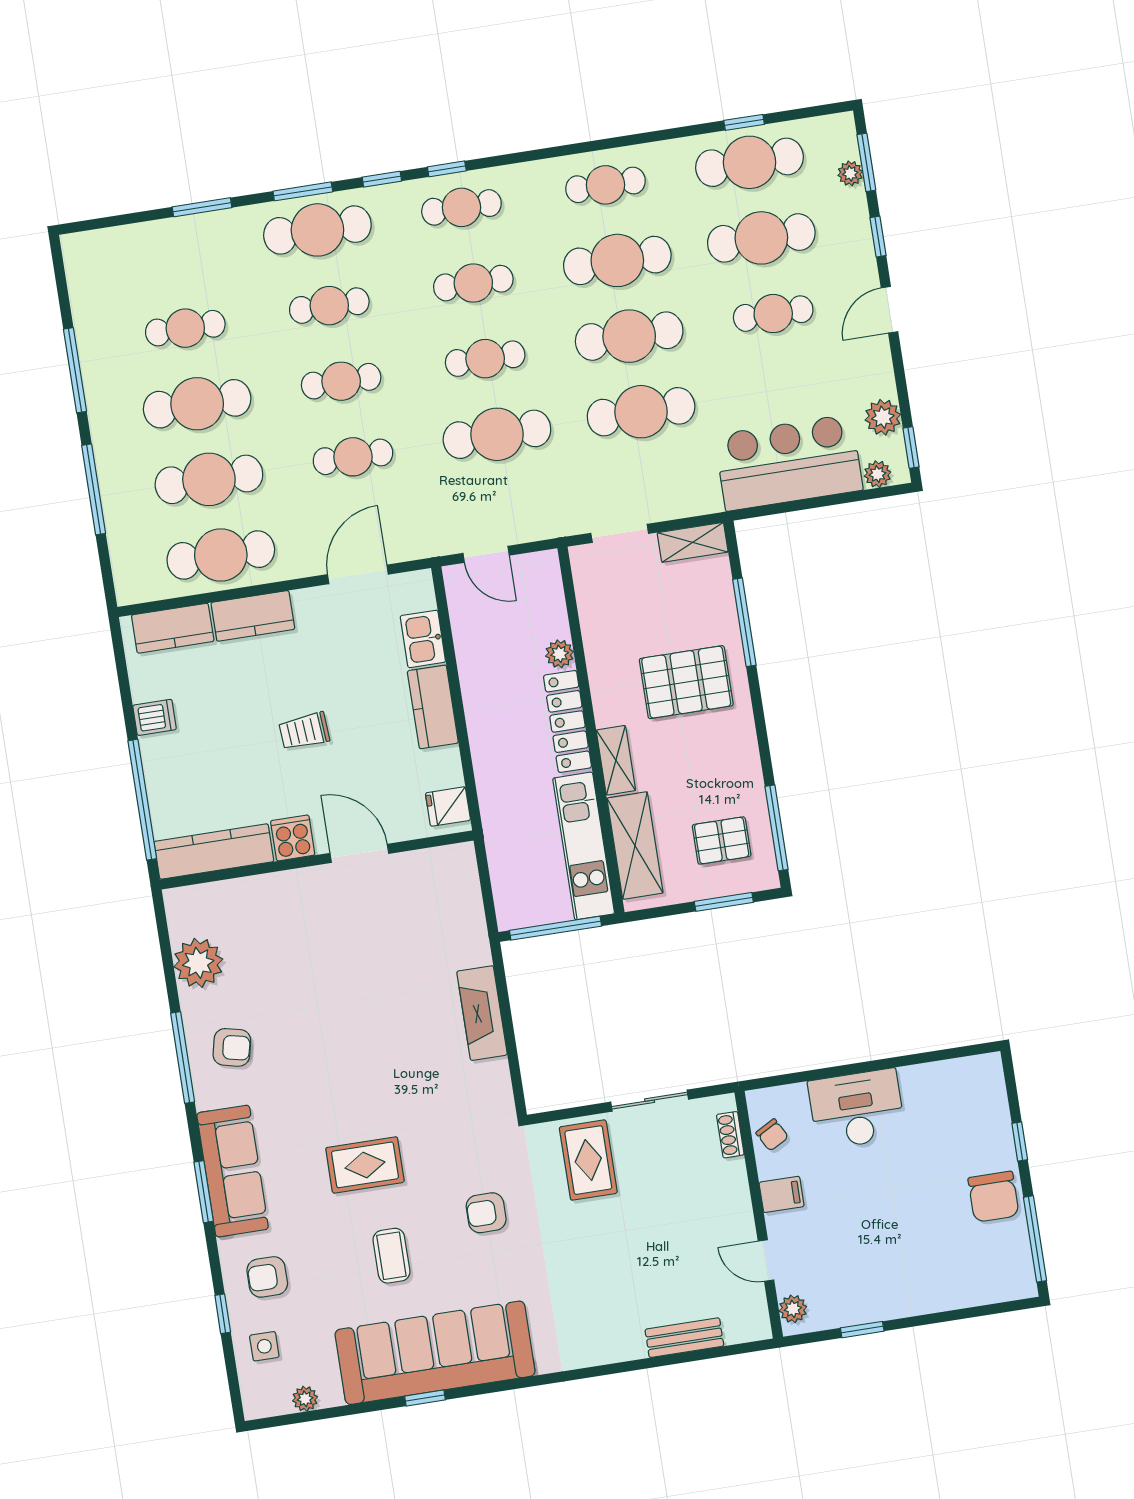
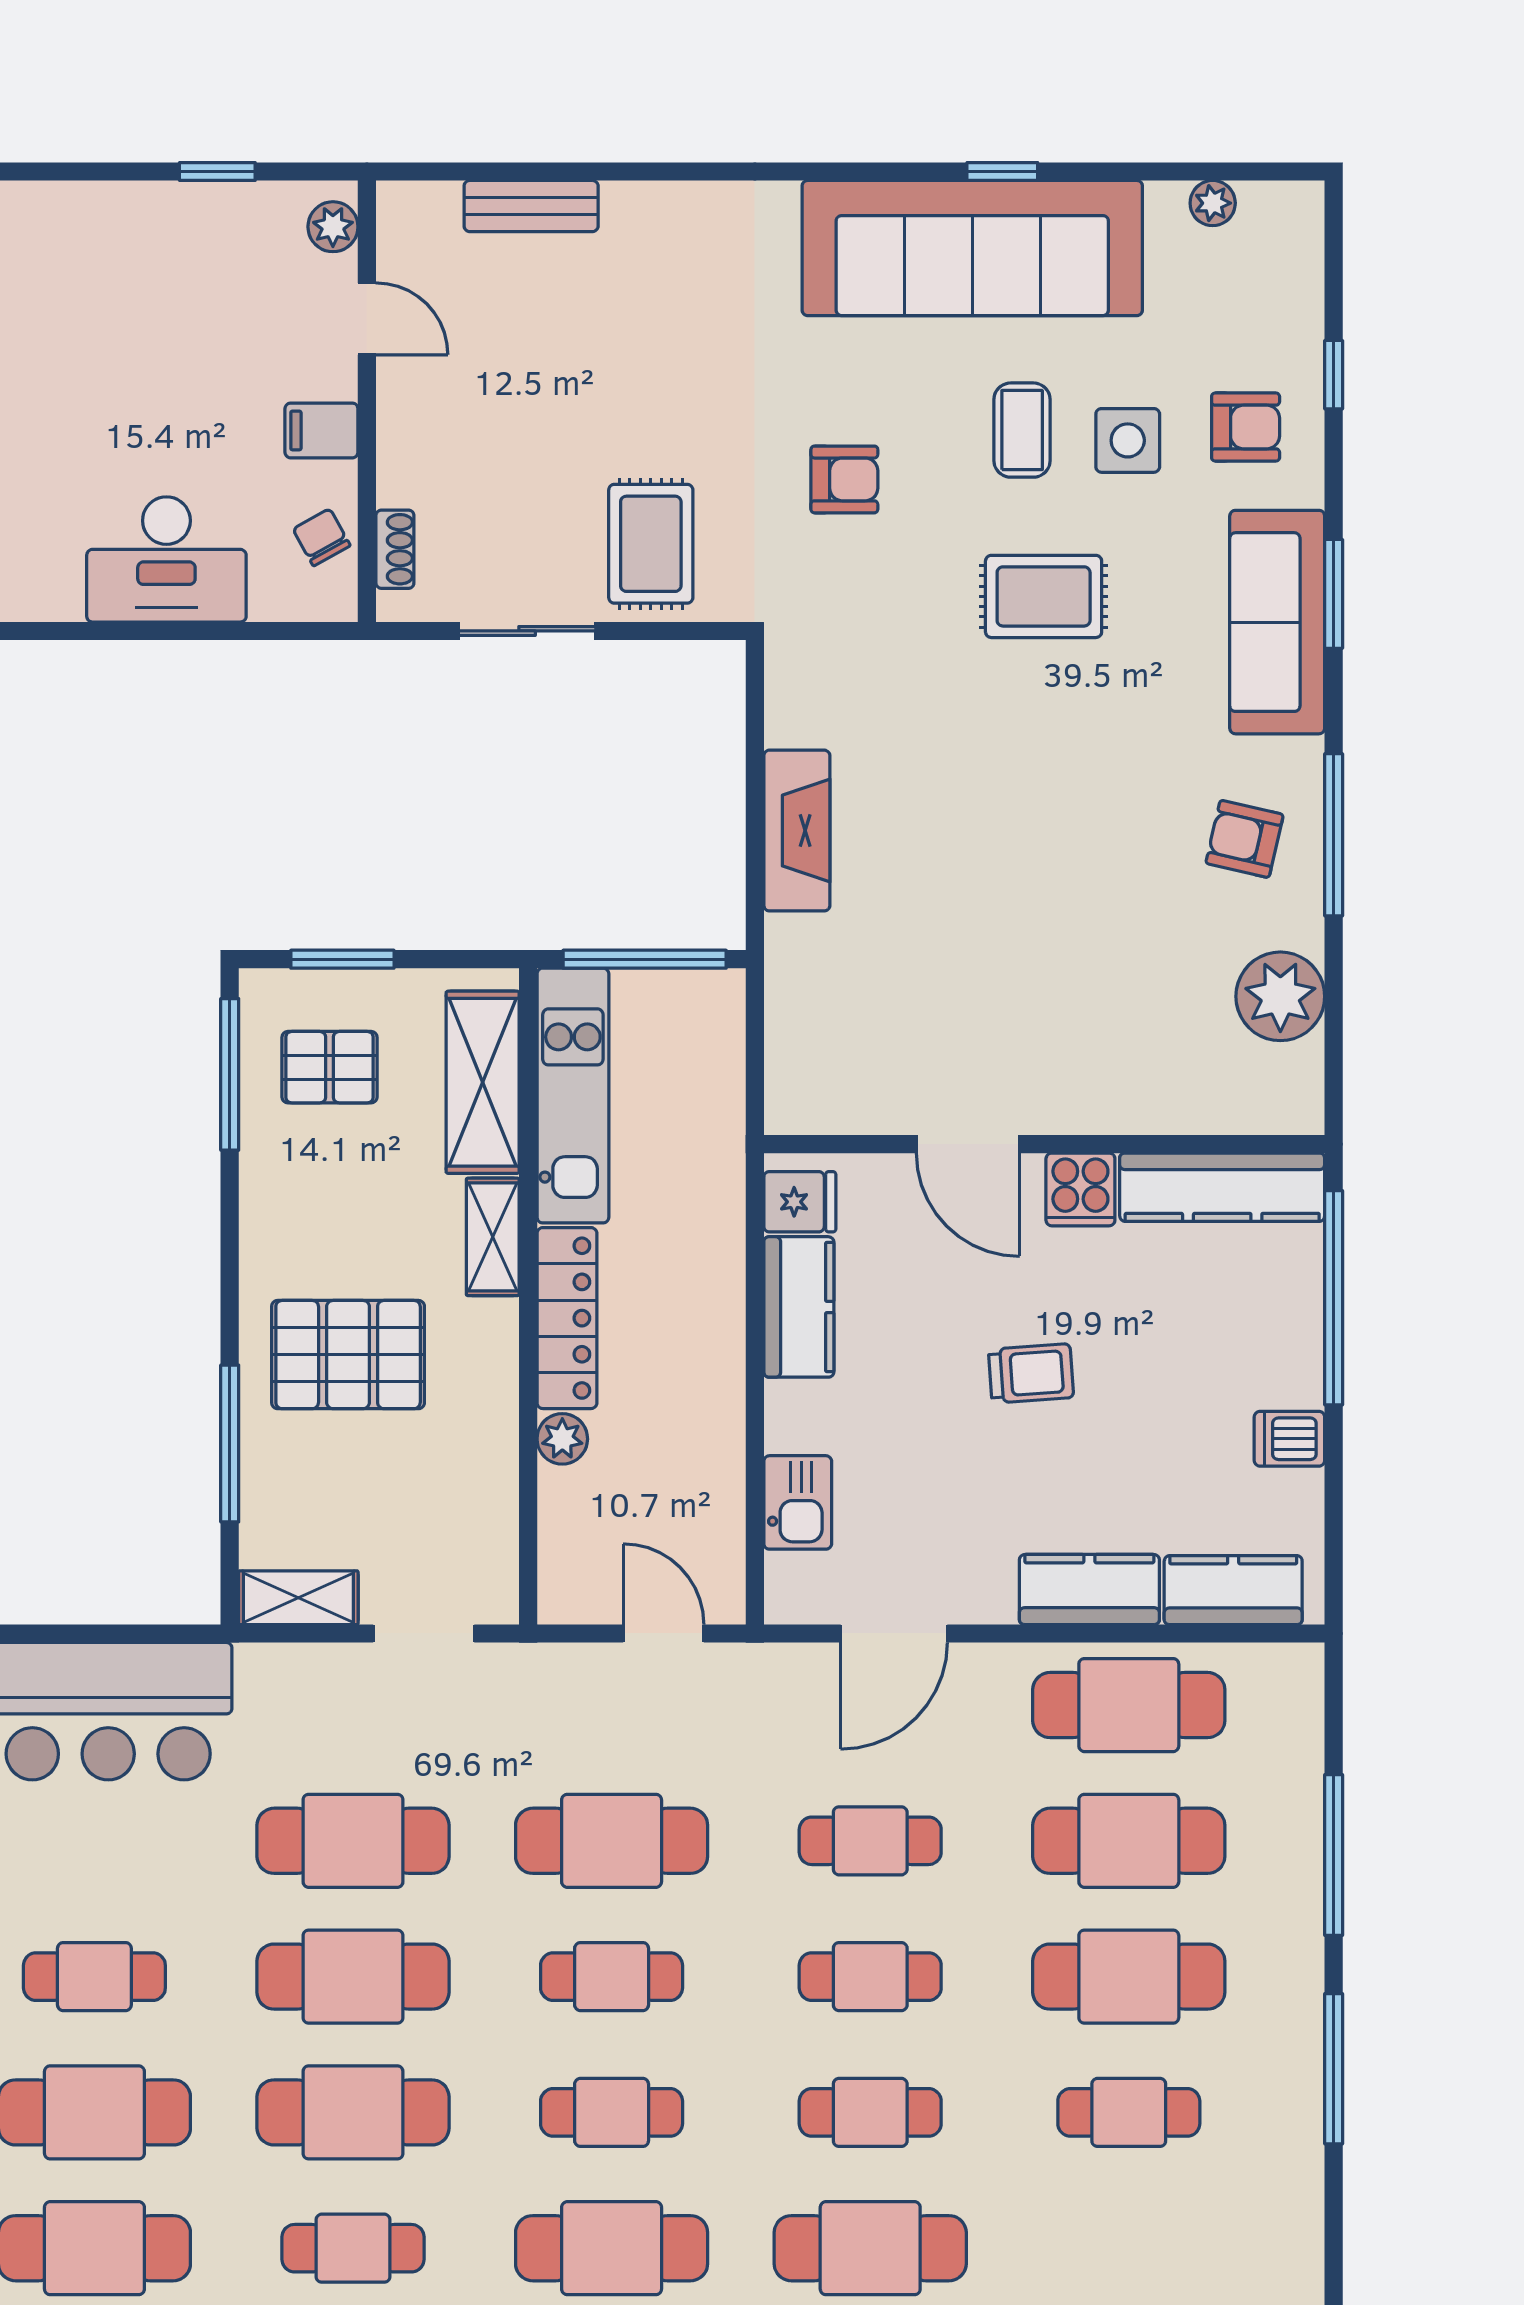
cafe table: (461, 207) -> (612, 2248), width x1.37, depth x1.35
kitchen counter: (433, 707) -> (799, 1307), moved
side table: (264, 1346) -> (1128, 440), moved, width x1.37, depth x1.37

